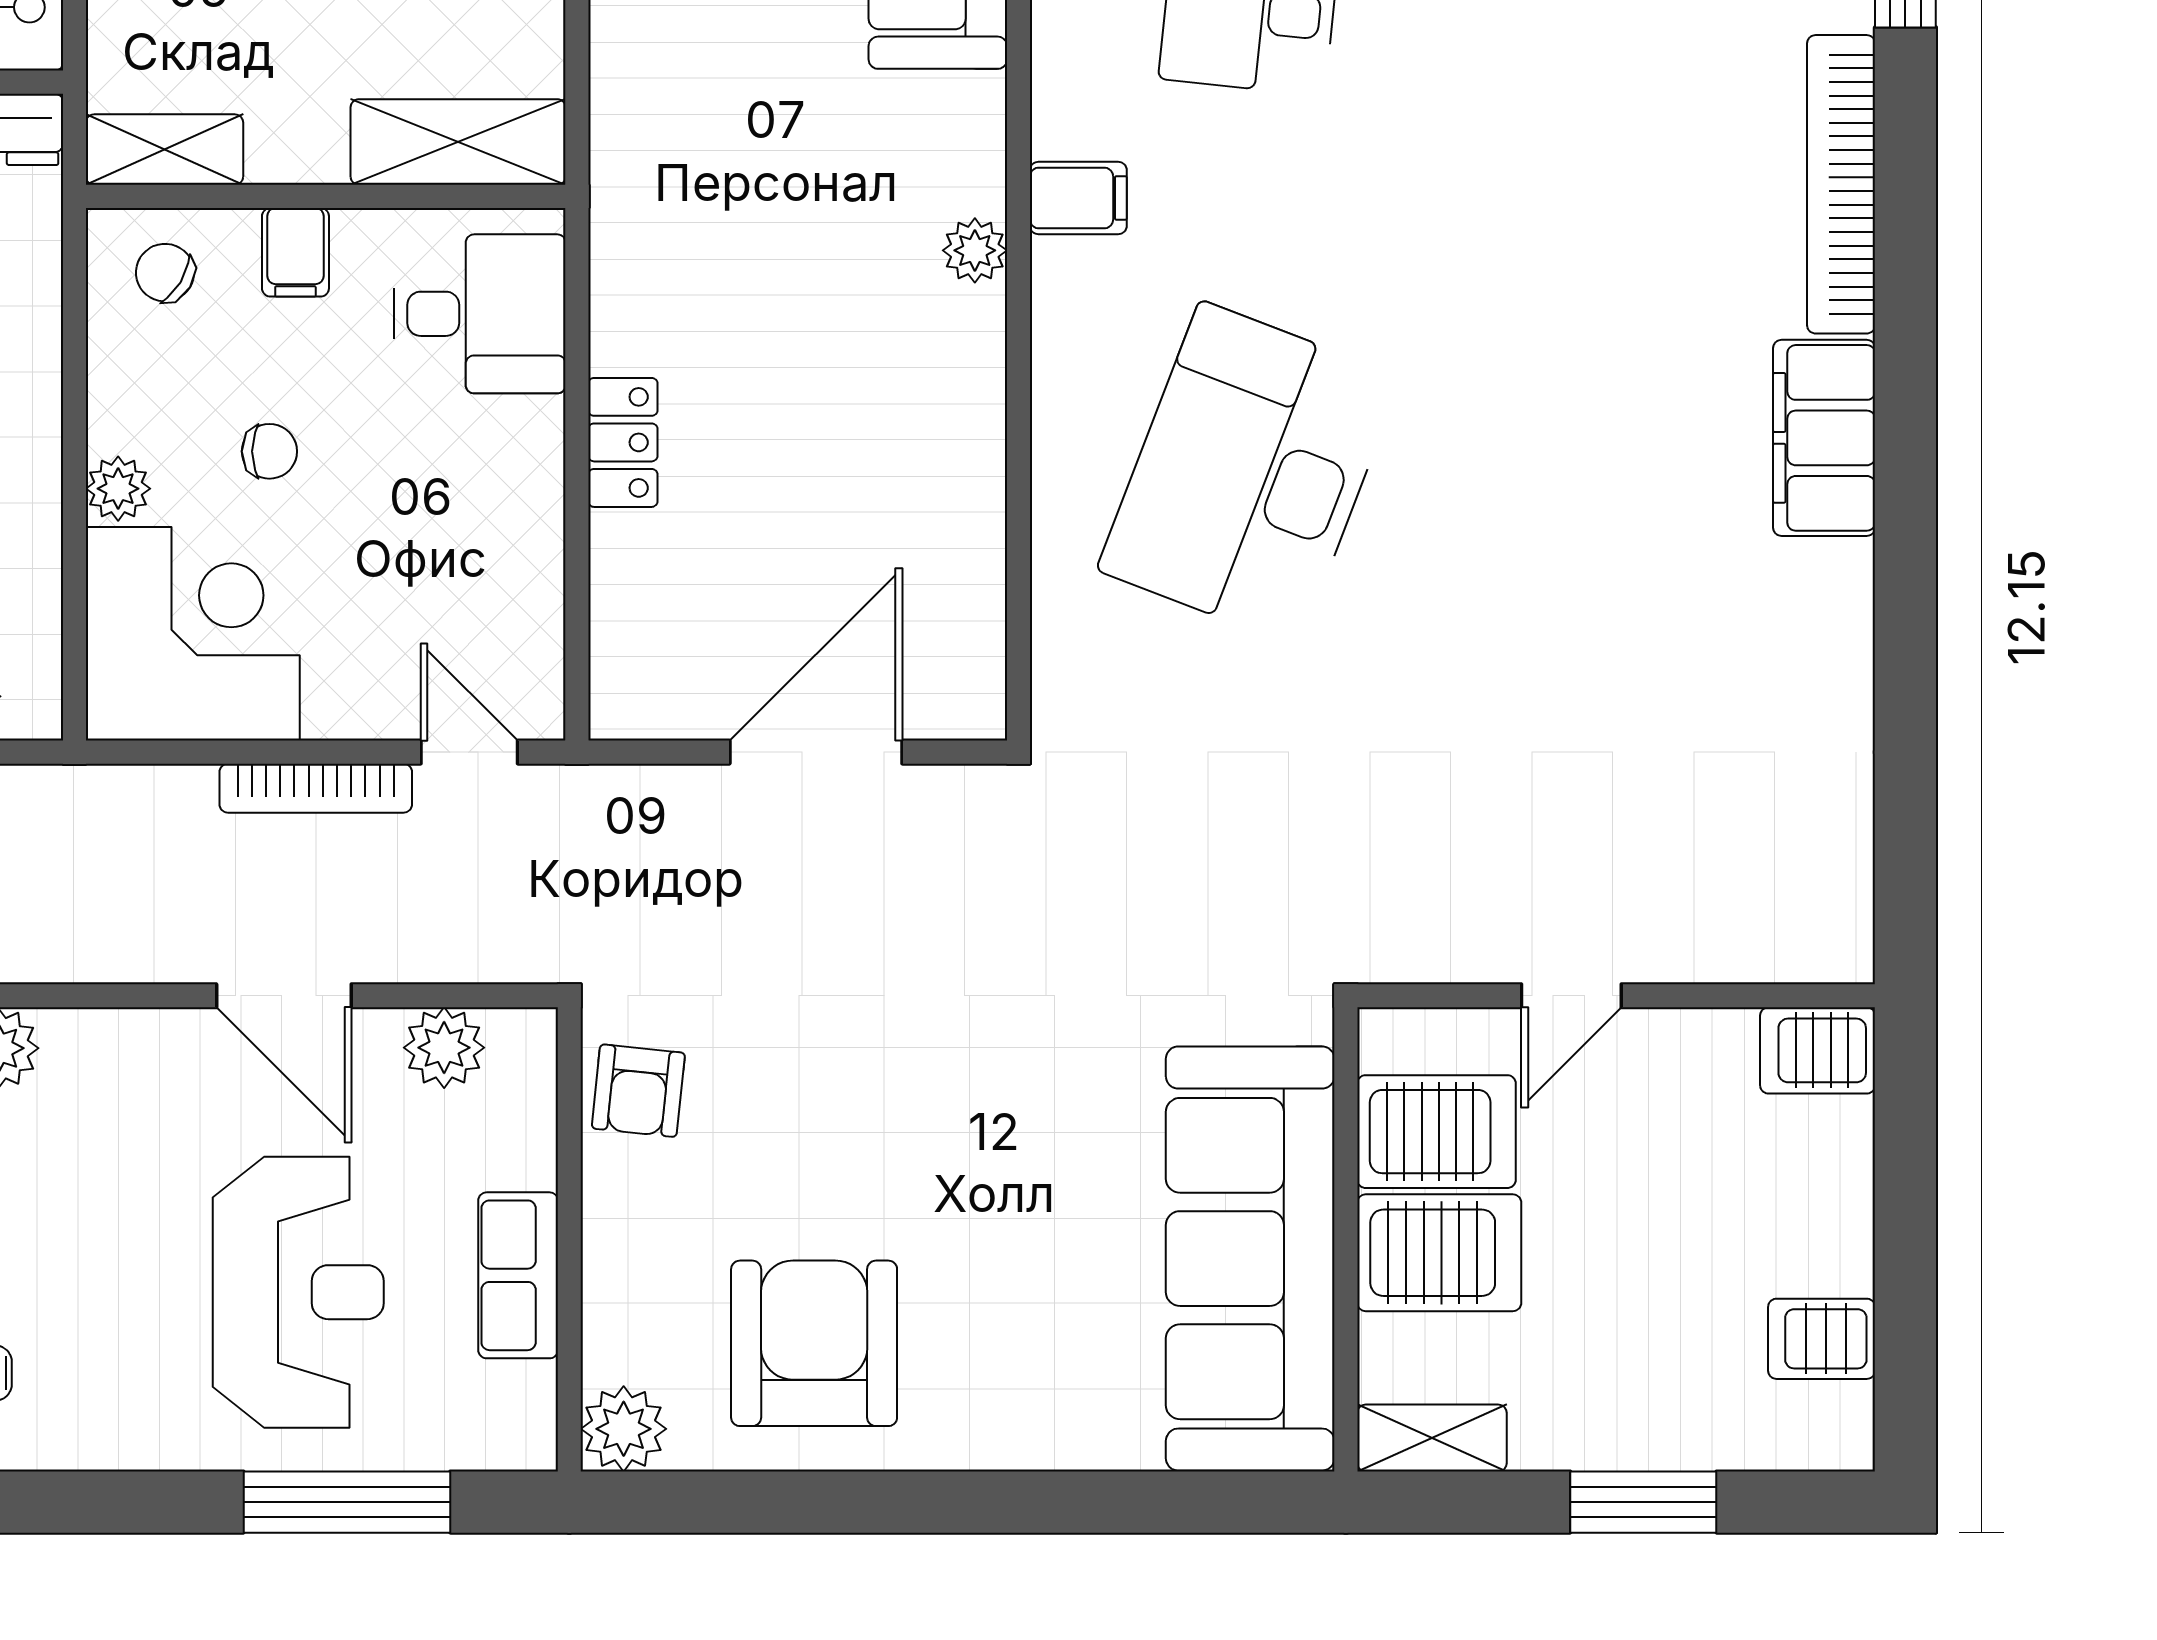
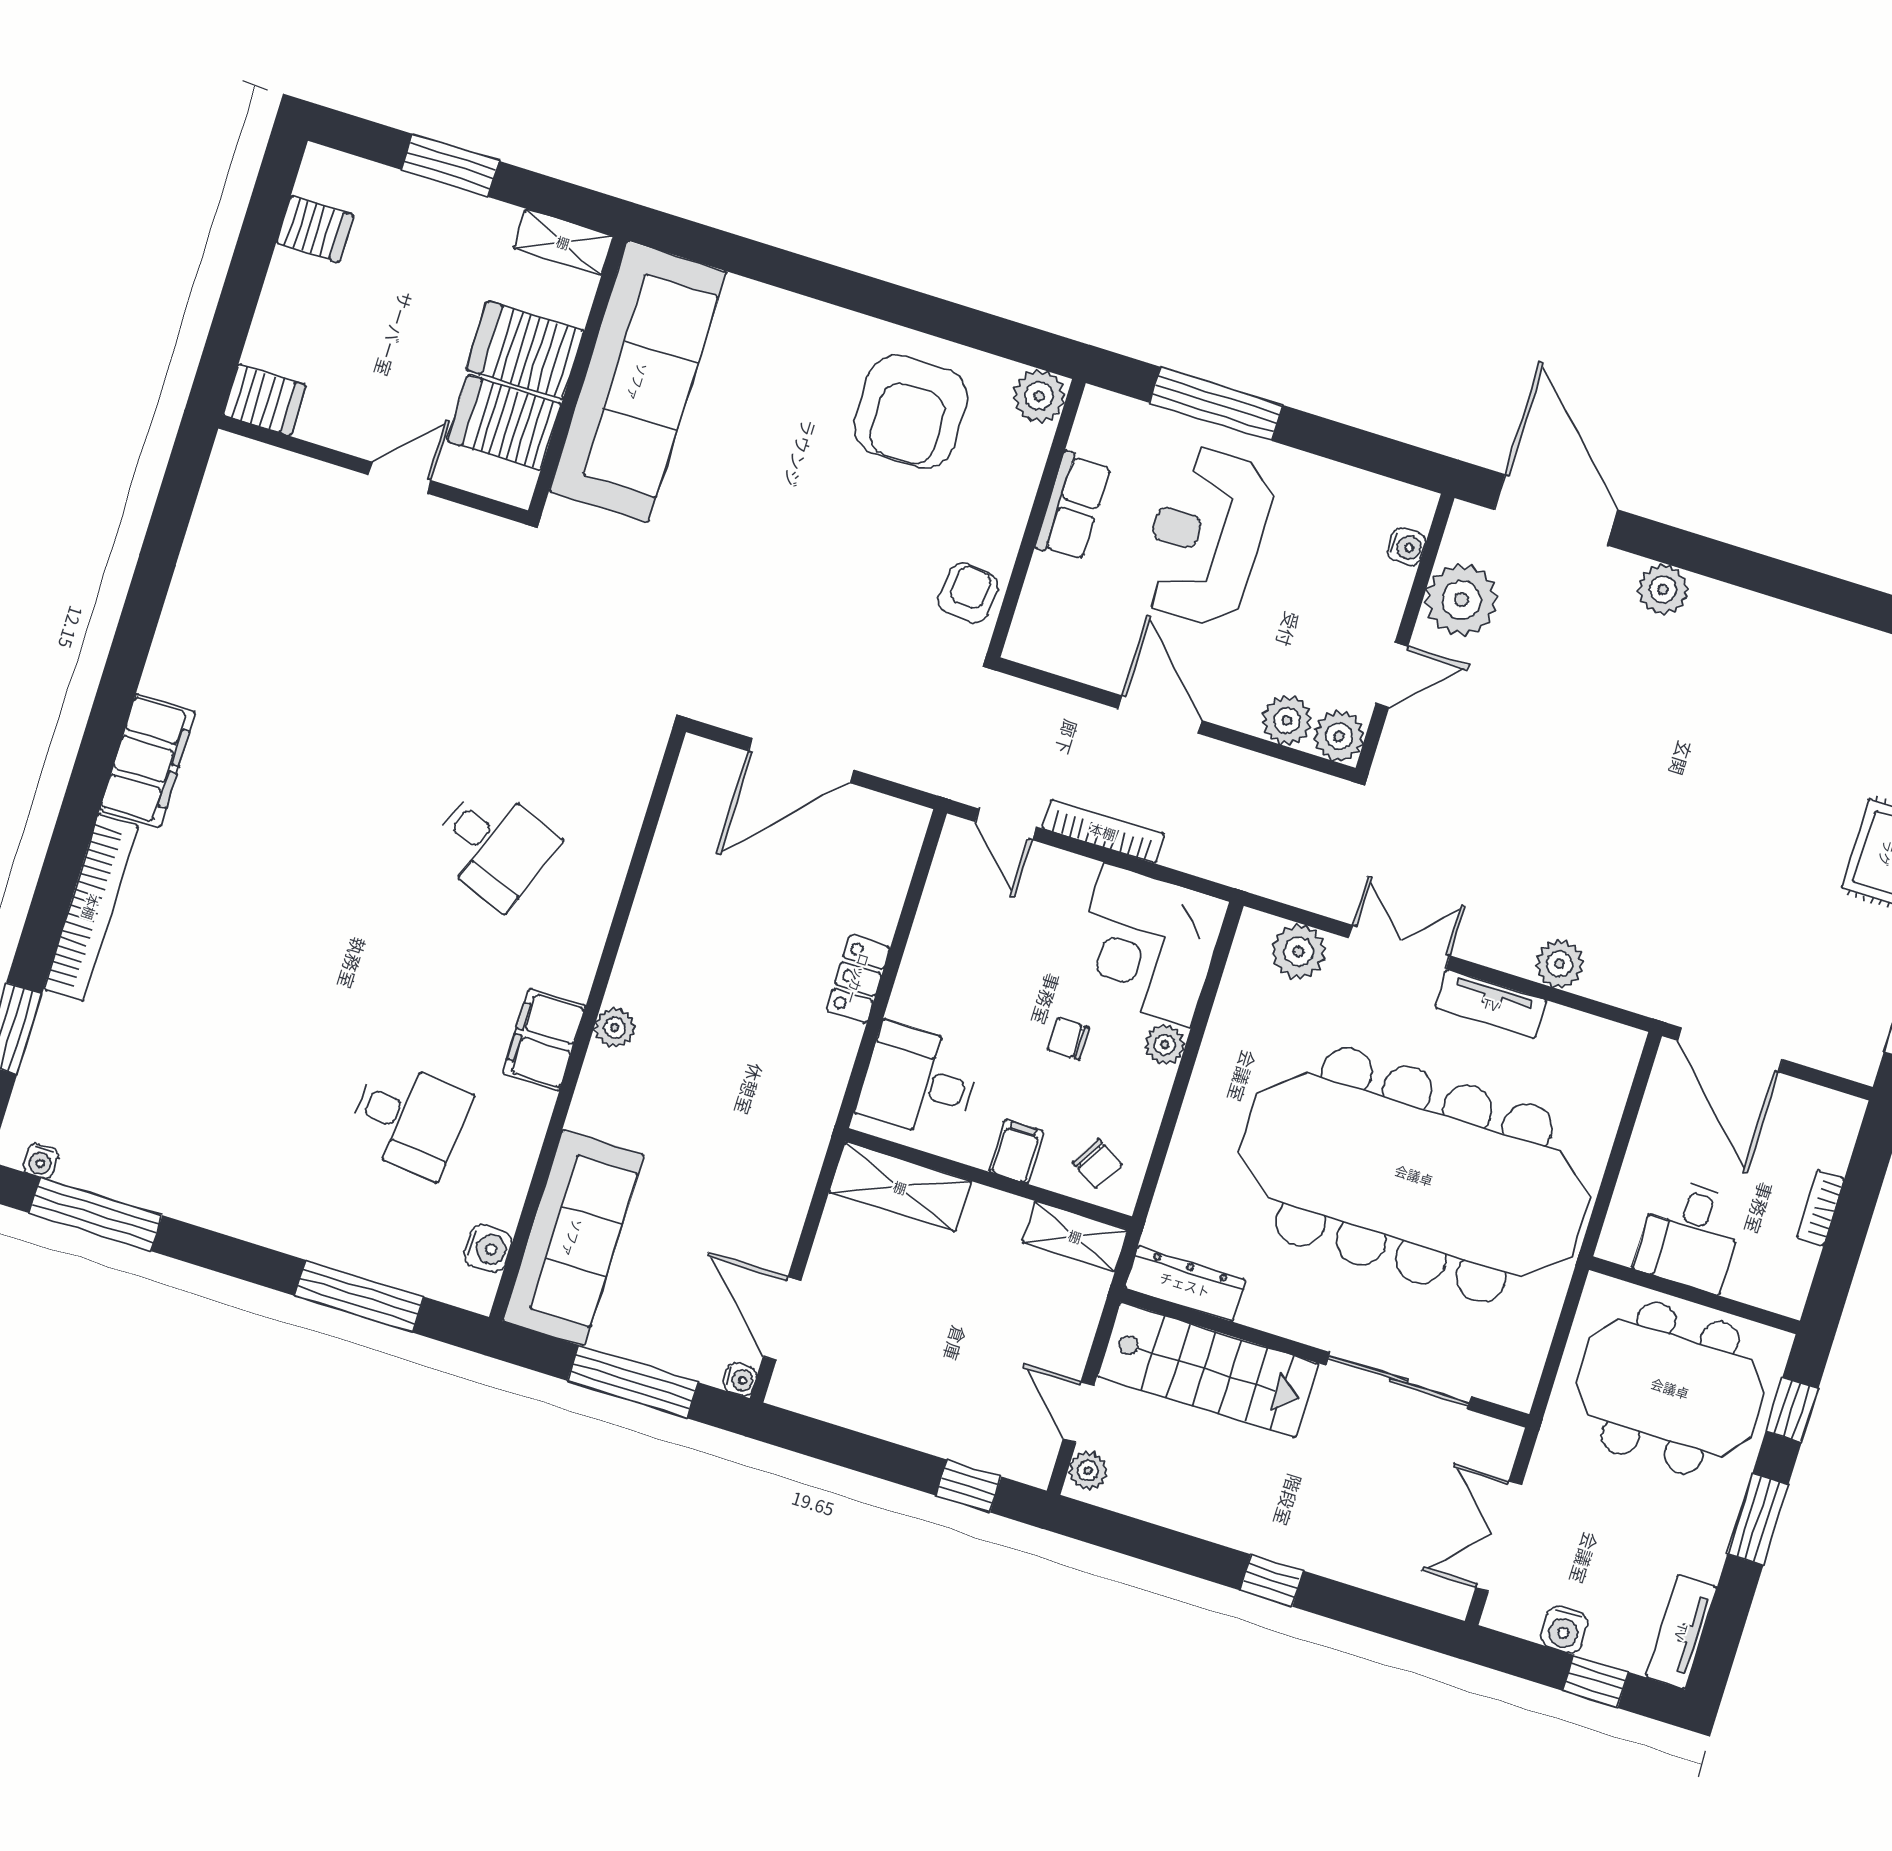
filing cabinet: (1078, 198) -> (544, 1040), width x2.00
desk: (1249, 474) -> (494, 845), width x0.53, depth x0.77
plant: (444, 1048) -> (1287, 720), moved

